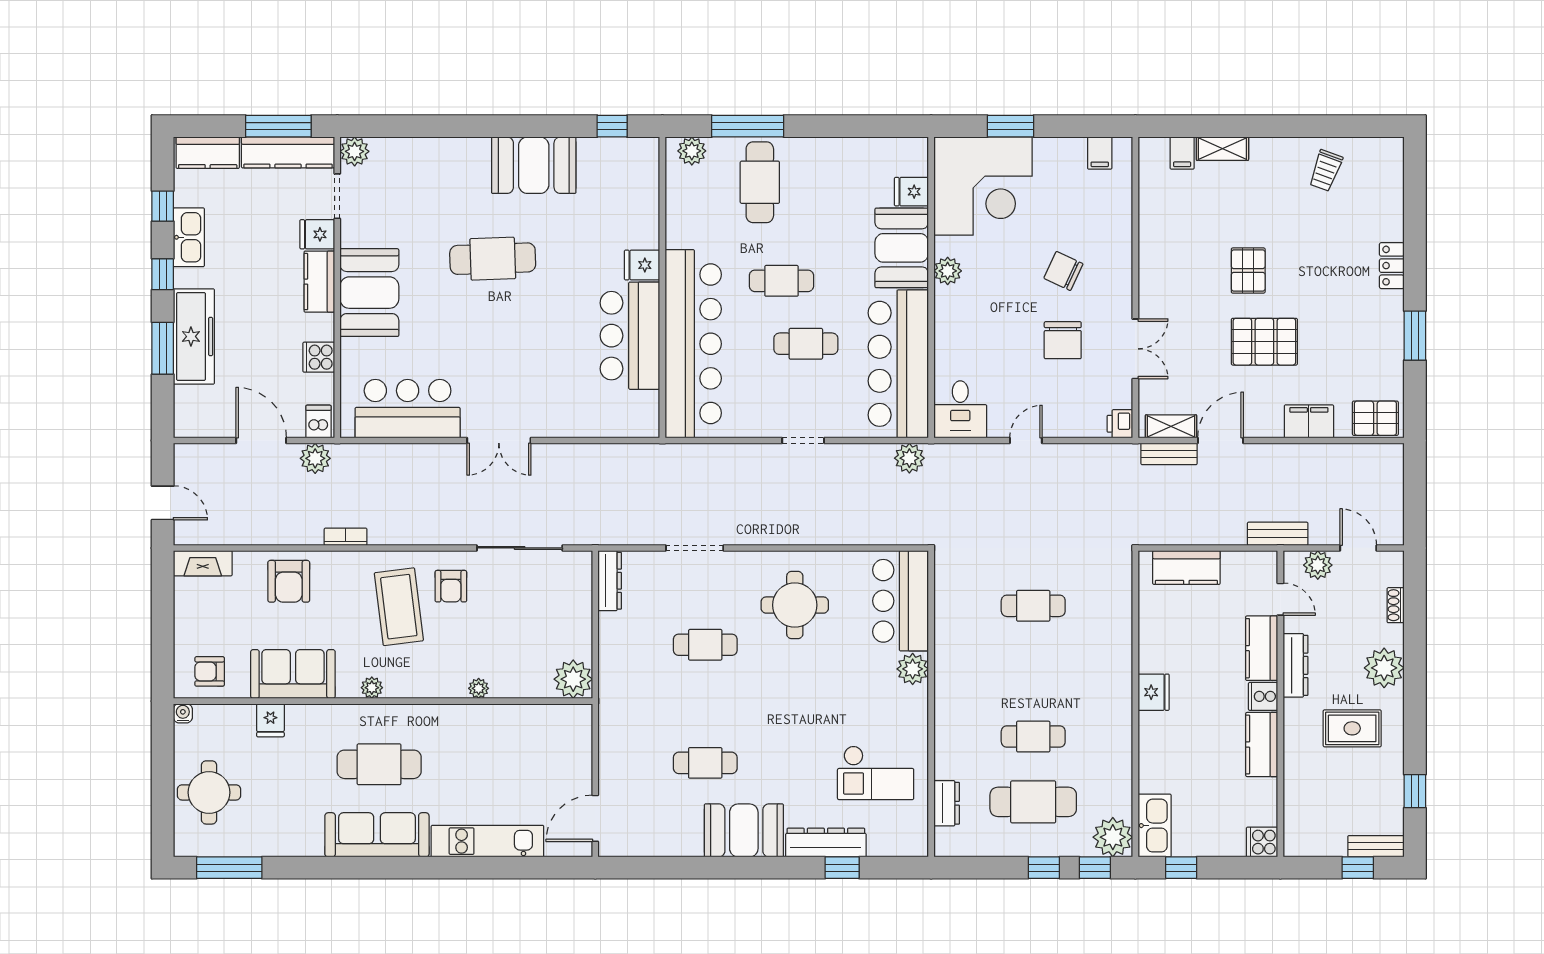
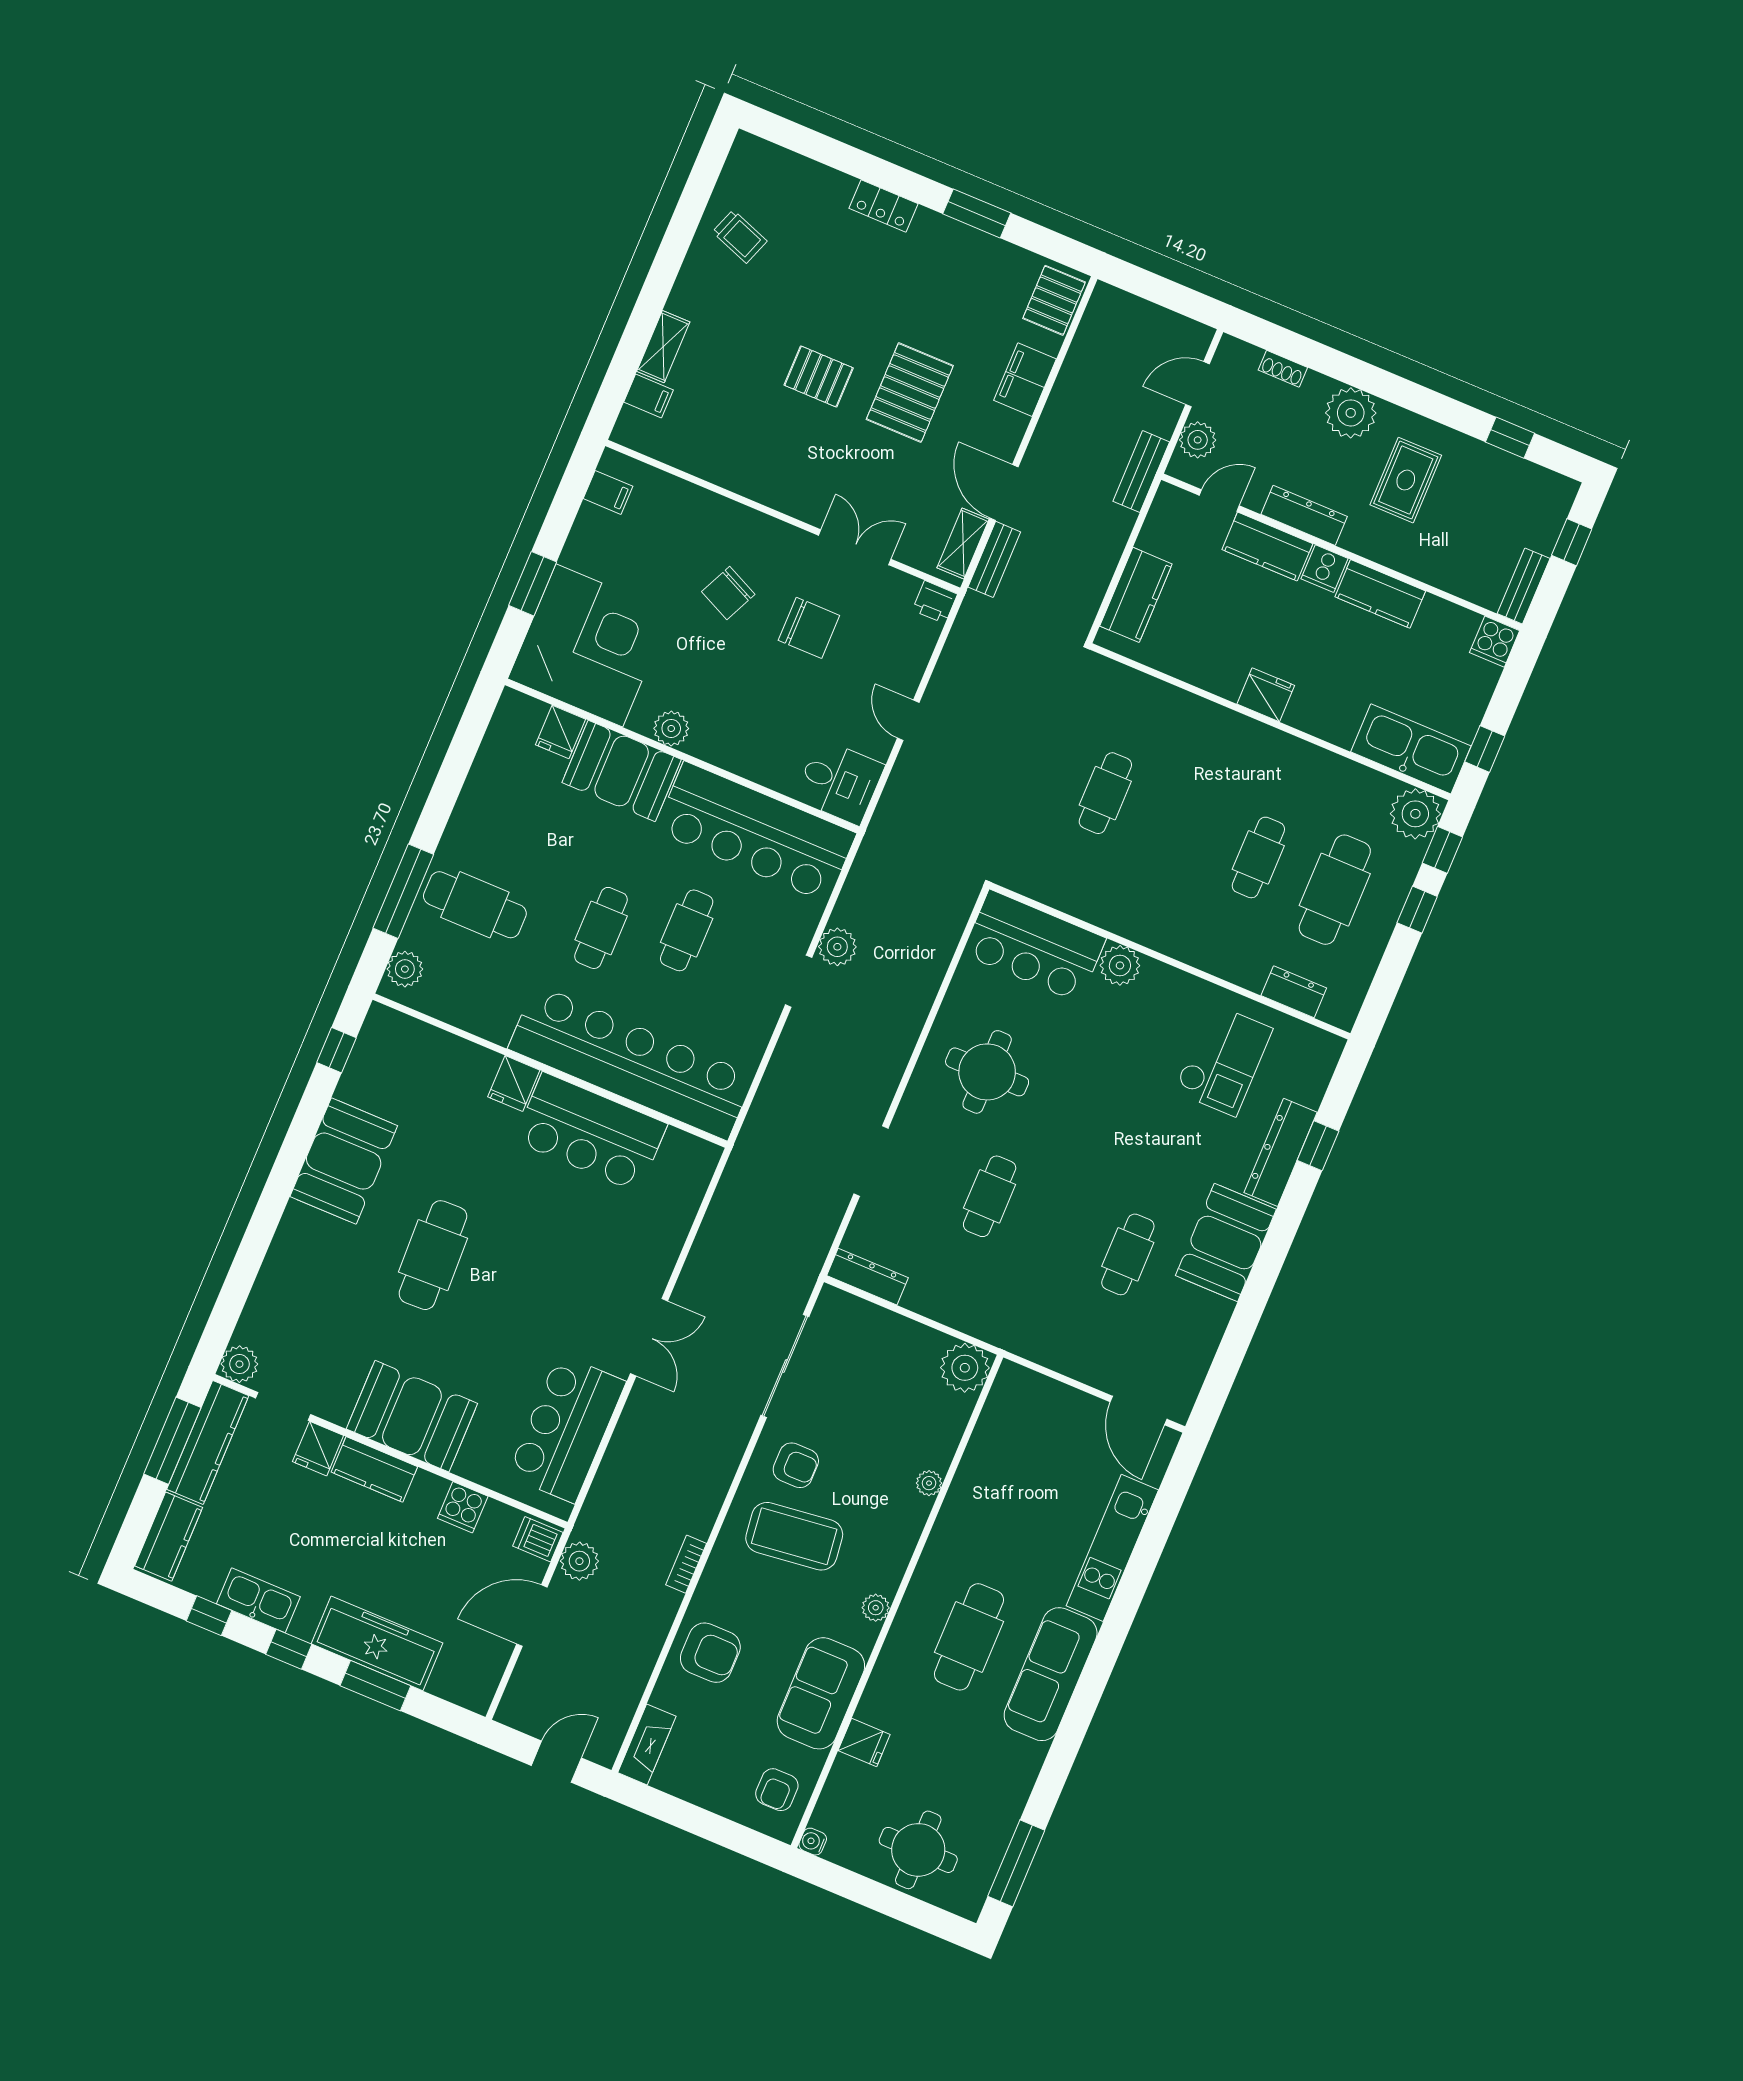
plant: (909, 458) -> (837, 947), moved
kitchen sink: (1155, 826) -> (1411, 749), width x1.36, depth x1.24
bench: (1376, 846) -> (1524, 586), moved

